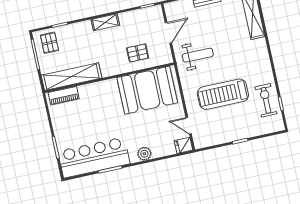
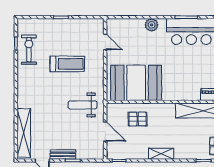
door: (168, 33) -> (105, 131), swing flipped
treadmill: (223, 94) -> (67, 64), width x0.73, depth x0.73
exercise bike: (266, 100) -> (29, 50), turned 180
fridge: (183, 145) -> (114, 25), removed

